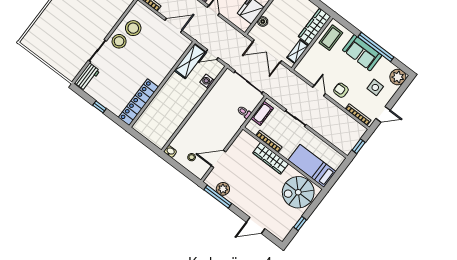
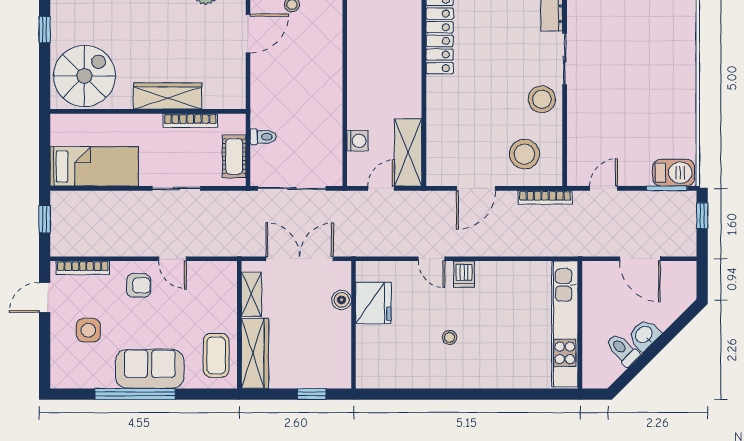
stool: (133, 28) -> (525, 154), moved
plant: (398, 77) -> (65, 373), removed
bed: (312, 166) -> (94, 166), moved

